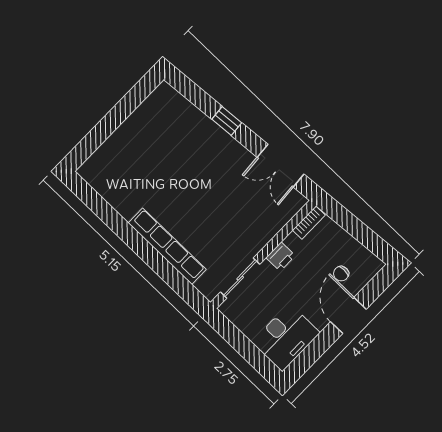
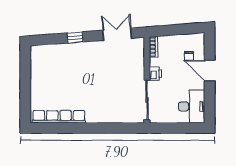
double door: (281, 166) -> (117, 34), swing flipped
row of seats: (167, 246) -> (59, 117), moved
sliding door: (240, 278) -> (147, 100), width x1.37

